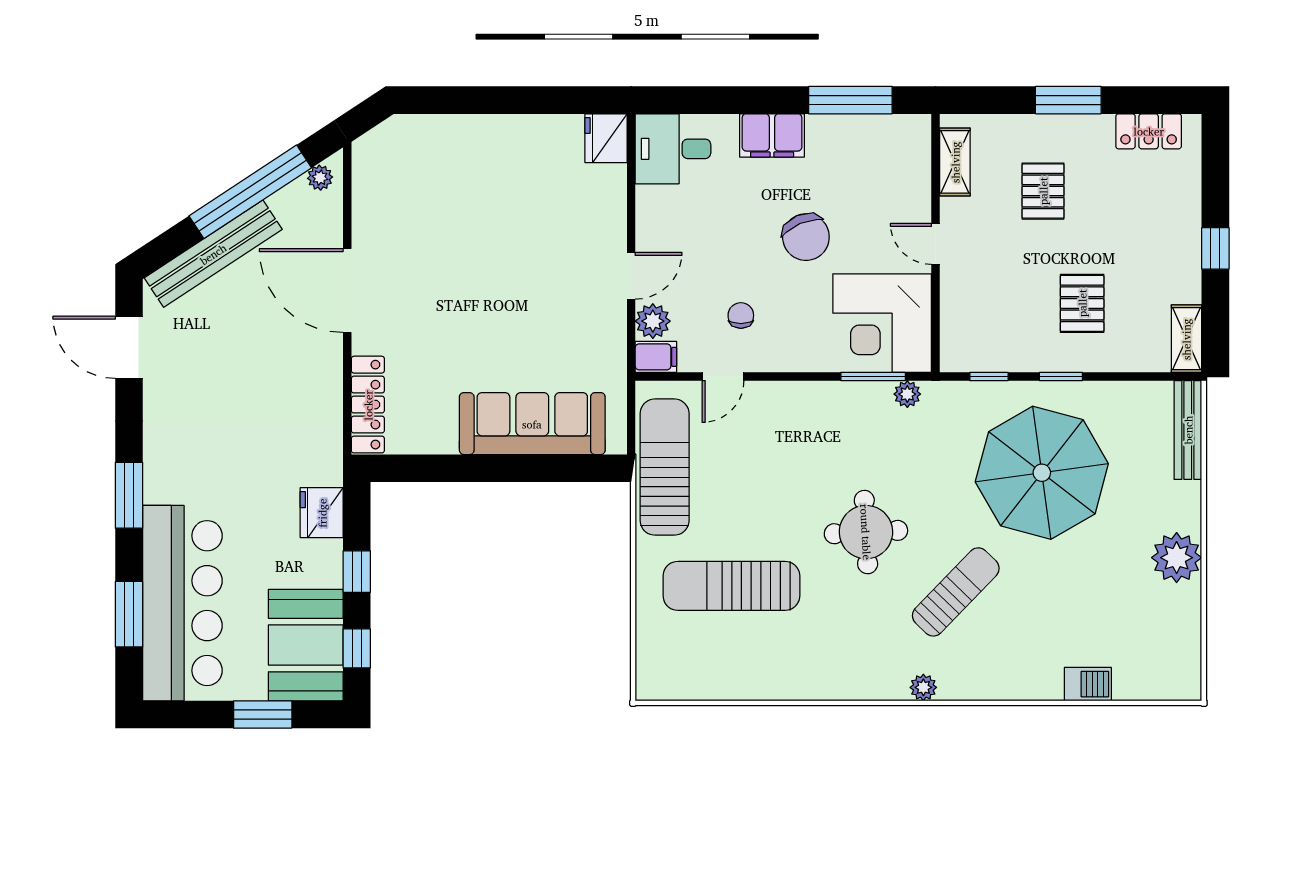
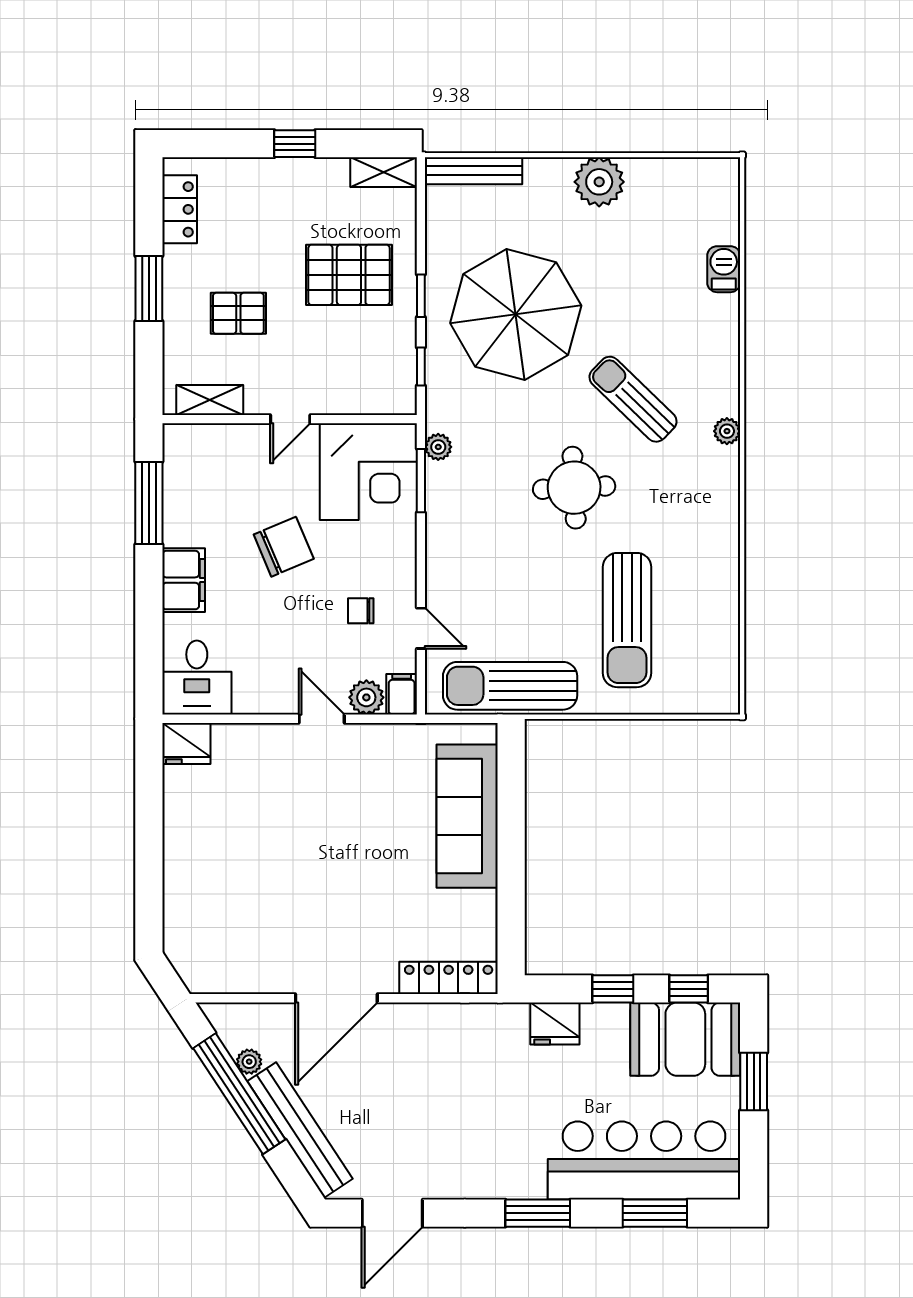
plant: (320, 178) -> (249, 1062), moved
pallet: (1082, 303) -> (349, 275), width x1.50, depth x1.42

